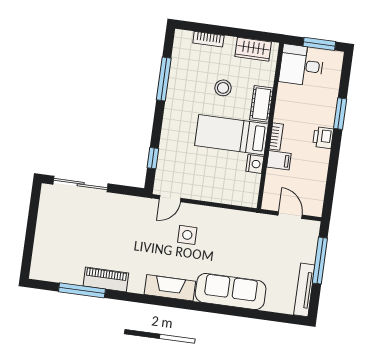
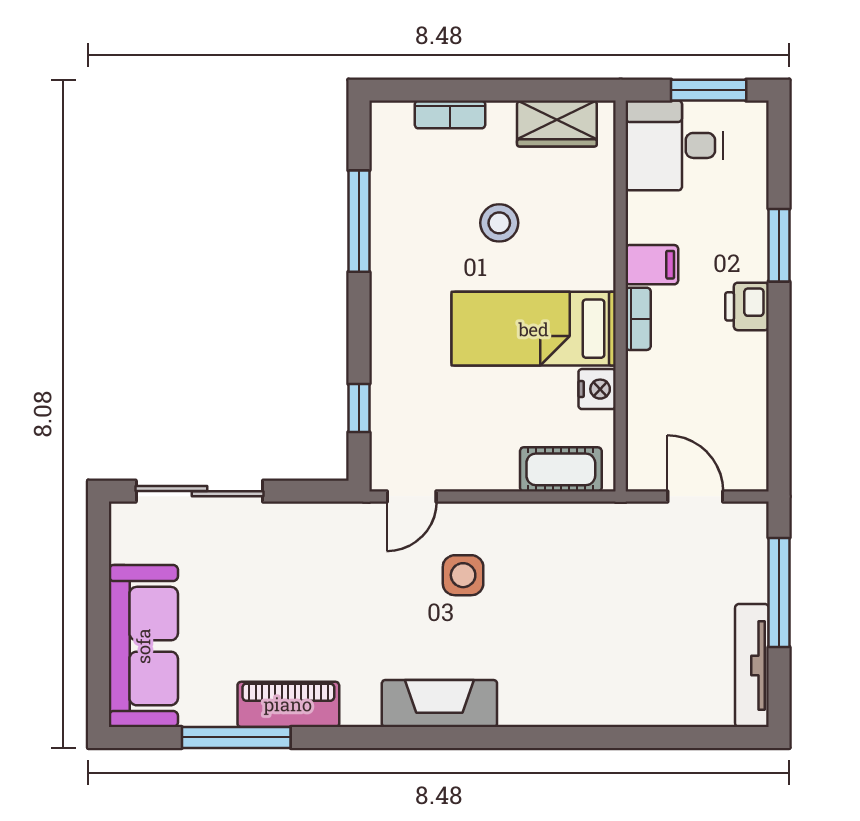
cot: (261, 104) -> (561, 469), moved, turned 90
filing cabinet: (279, 160) -> (652, 265), moved
sofa: (231, 291) -> (143, 646), moved, turned 90

